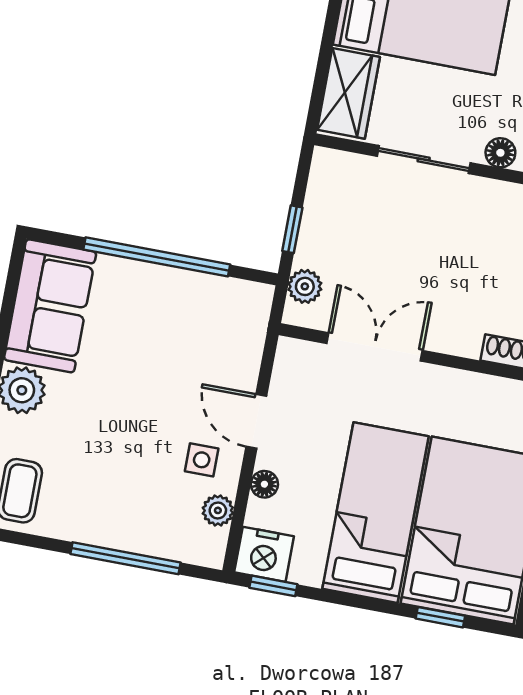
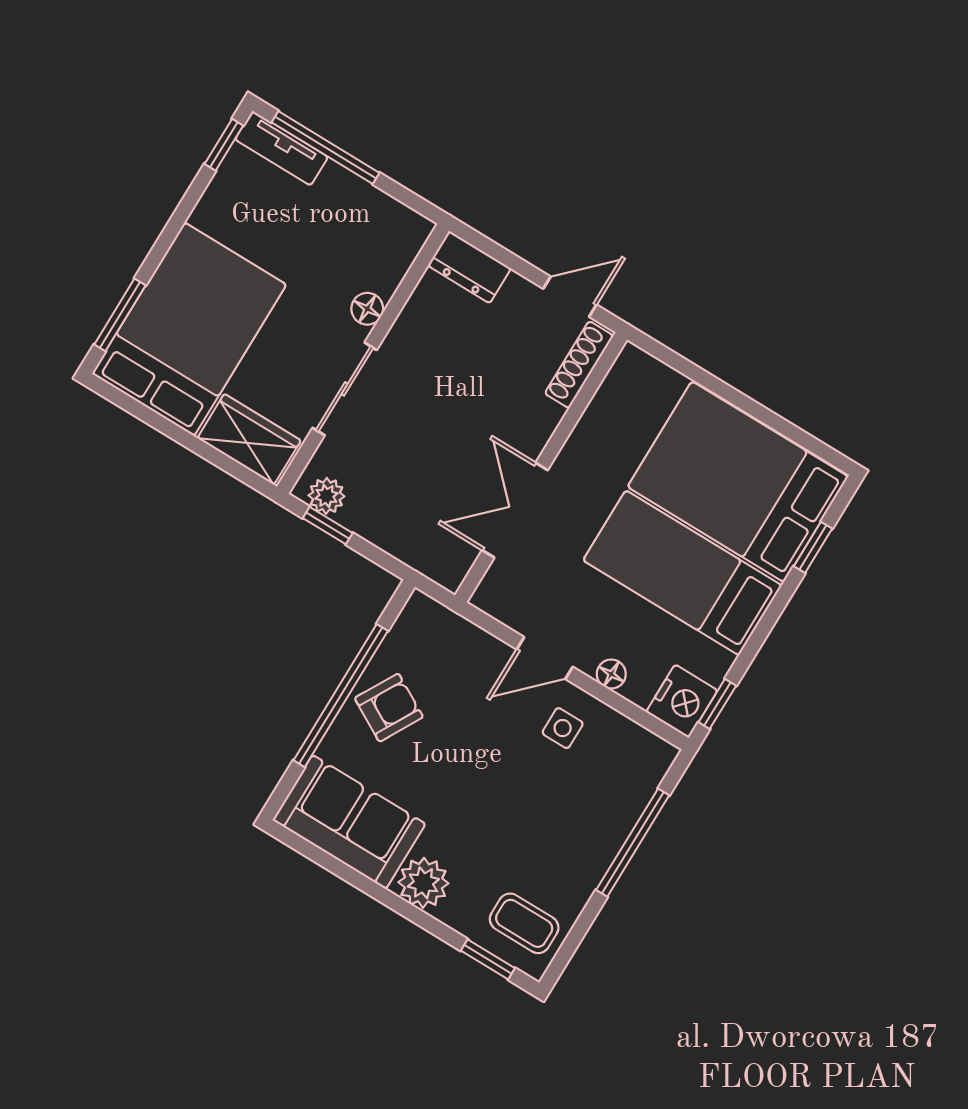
window: (292, 229) -> (328, 526), moved
plant: (305, 286) -> (326, 496), moved
armchair: (162, 303) -> (389, 708), added
plant: (218, 510) -> (620, 731), removed

